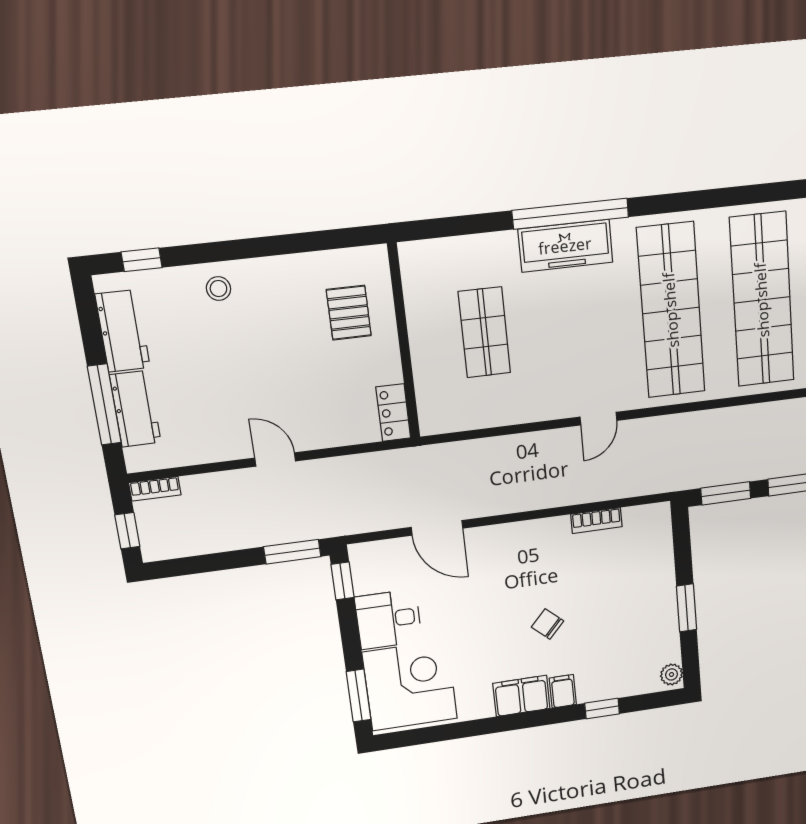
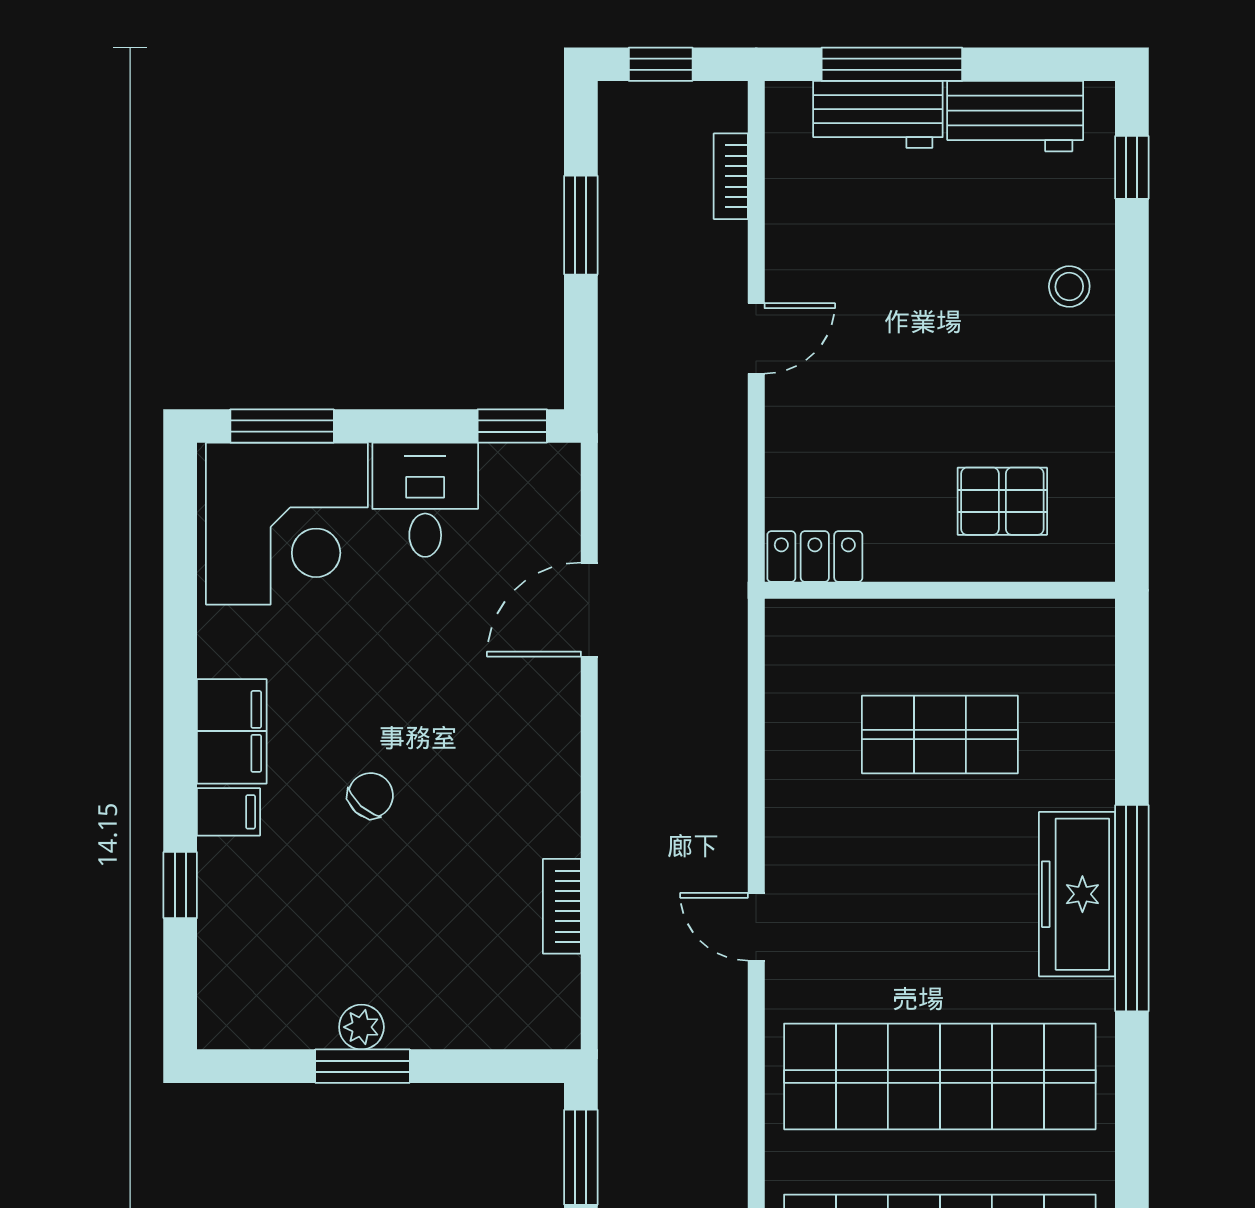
bookcase: (155, 489) -> (731, 176), moved
window: (292, 552) -> (581, 225), moved
plant: (672, 674) -> (361, 1027), moved

